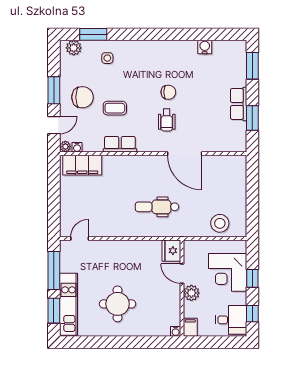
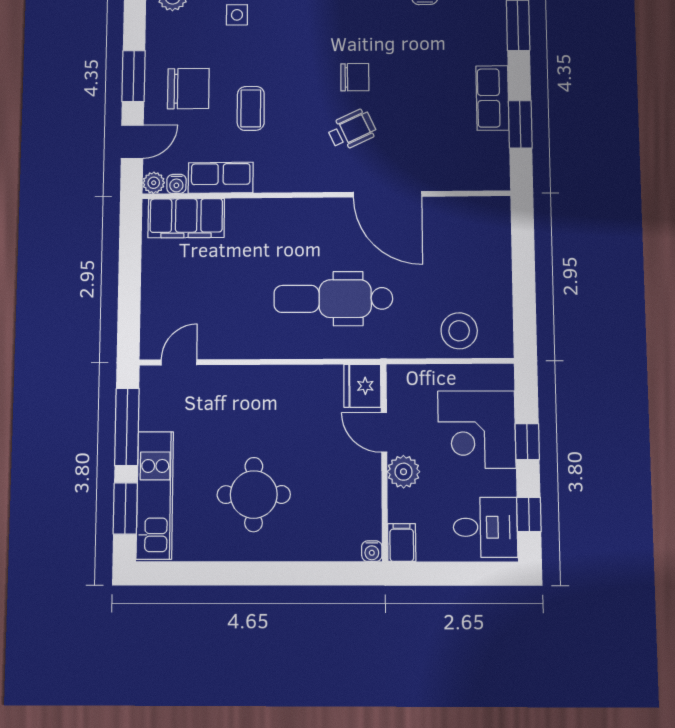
coffee table: (115, 108) -> (251, 108), turned 90
wheelchair: (167, 120) -> (352, 130), turned -115
row of seats: (120, 144) -> (221, 178), moved
dental chair: (157, 207) -> (333, 299), width x1.36, depth x1.38

